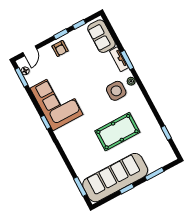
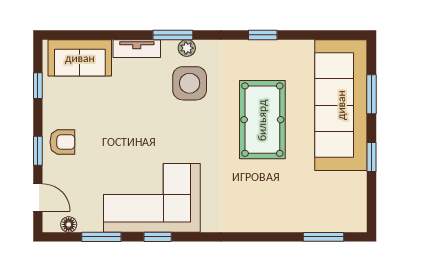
window: (61, 34) -> (38, 151), moved
window: (127, 60) -> (173, 35), moved
window: (21, 77) -> (101, 237), moved
window: (46, 122) -> (158, 237), moved
window: (166, 133) -> (263, 35), moved
sofa: (115, 178) -> (341, 105), moved

